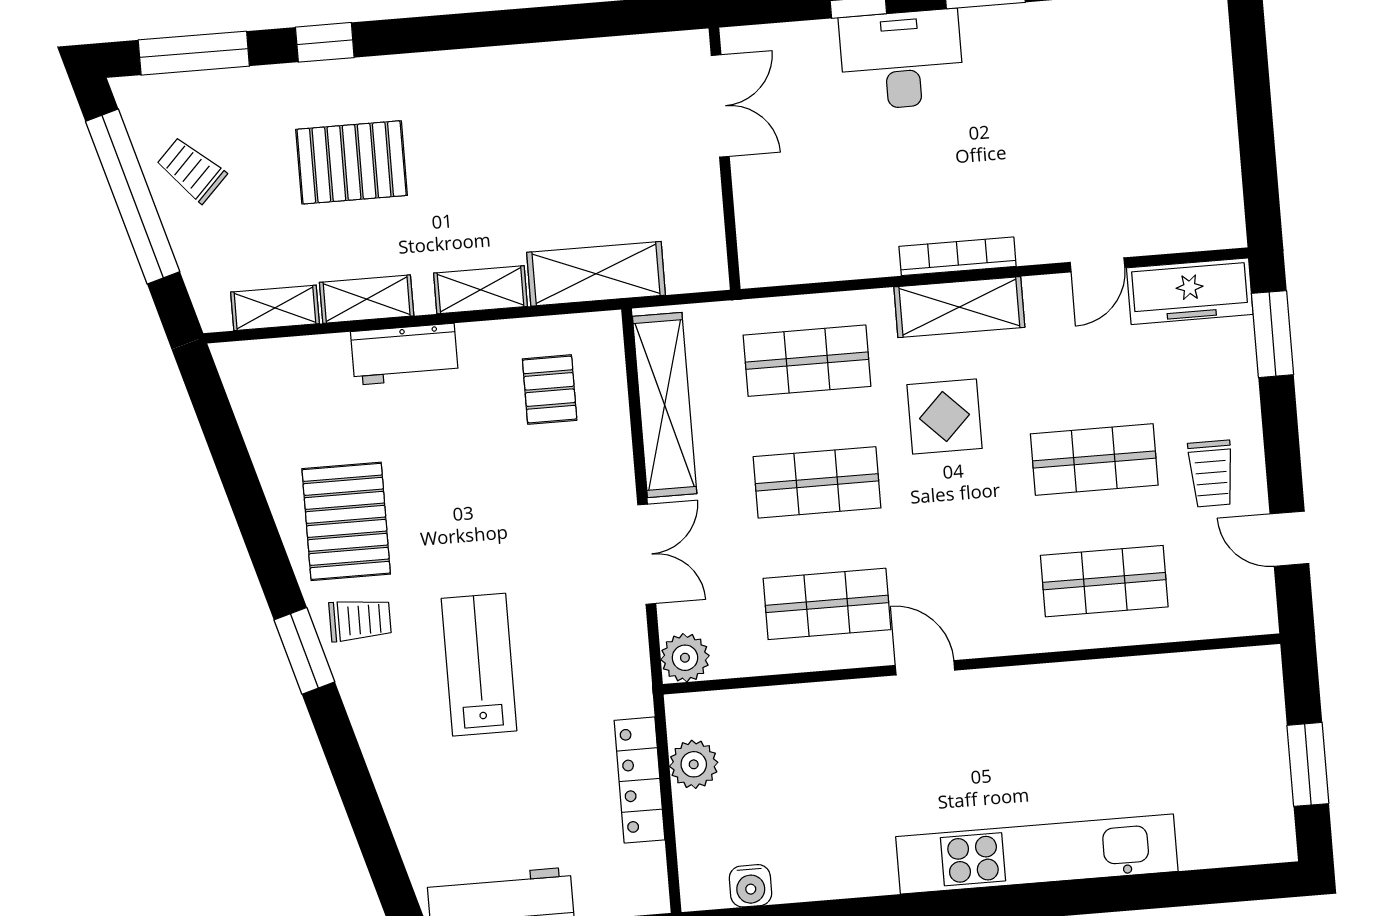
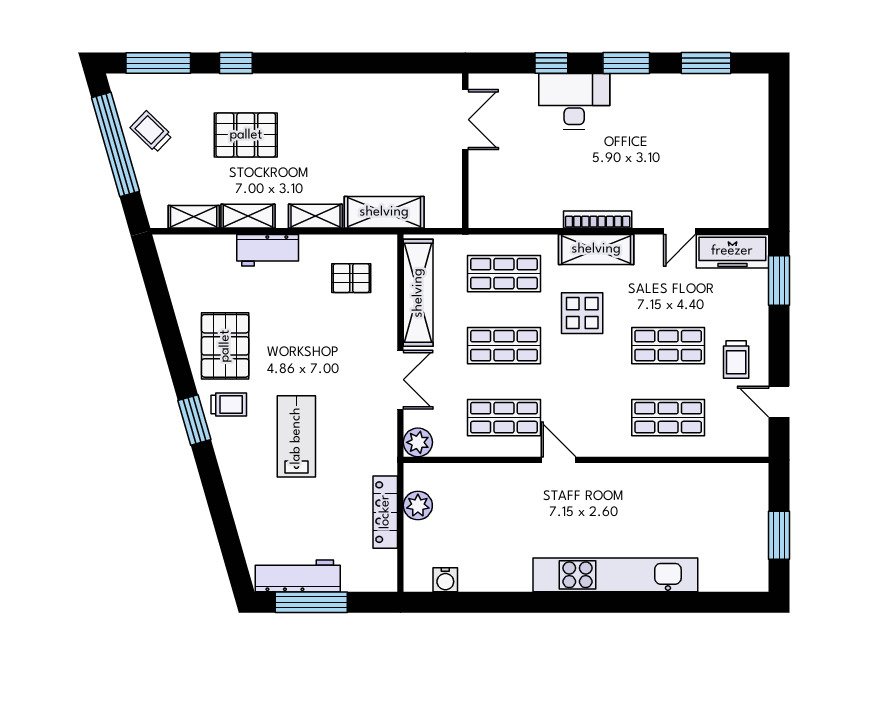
pallet: (550, 390) -> (351, 278), turned 90

